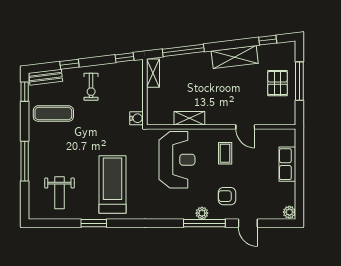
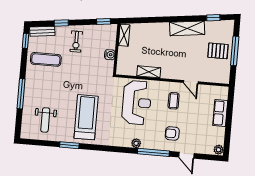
window: (183, 50) -> (149, 20), removed
pallet: (278, 83) -> (218, 51), turned 90
water cooler: (136, 118) -> (110, 55), moved
plant: (202, 213) -> (136, 143), moved

